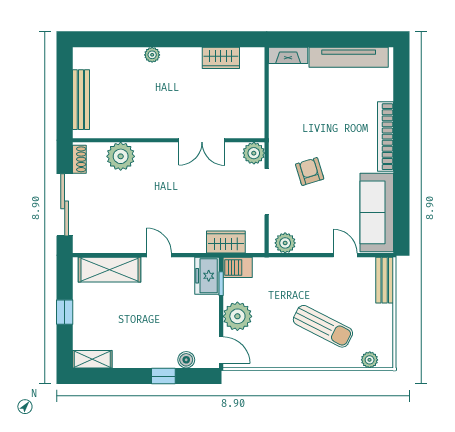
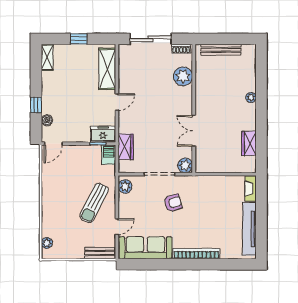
plant: (237, 316) -> (76, 155), removed
sun lounger: (323, 326) -> (94, 203), moved

